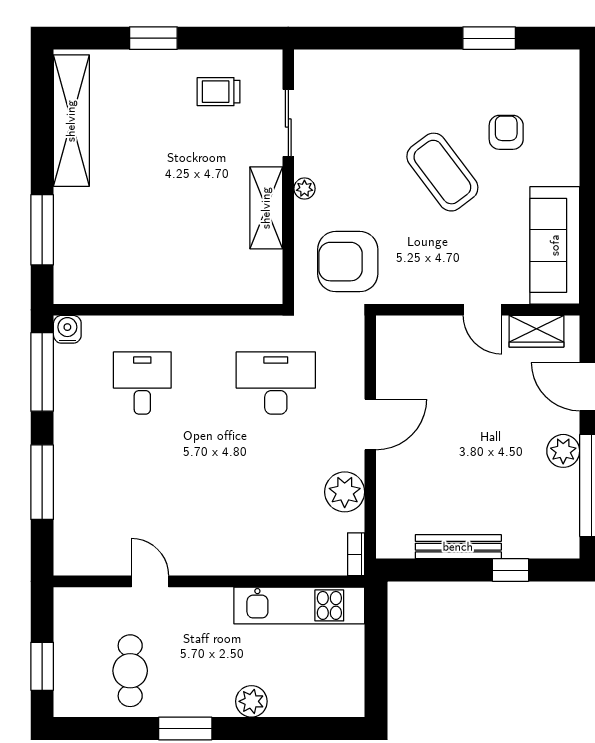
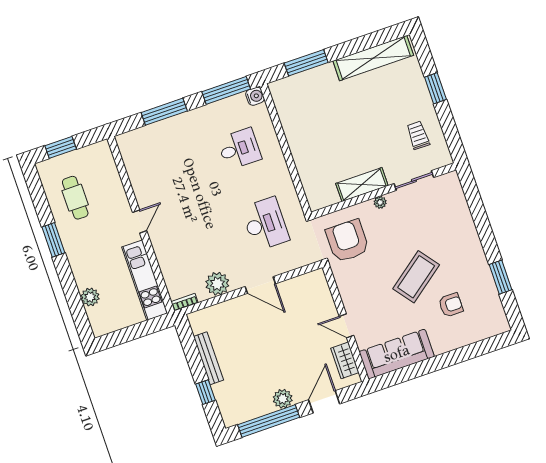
door: (482, 310) -> (346, 326), hinge flipped
door: (150, 581) -> (140, 222), moved
cafe table: (130, 671) -> (75, 198), turned 90
plant: (251, 701) -> (90, 297), moved

